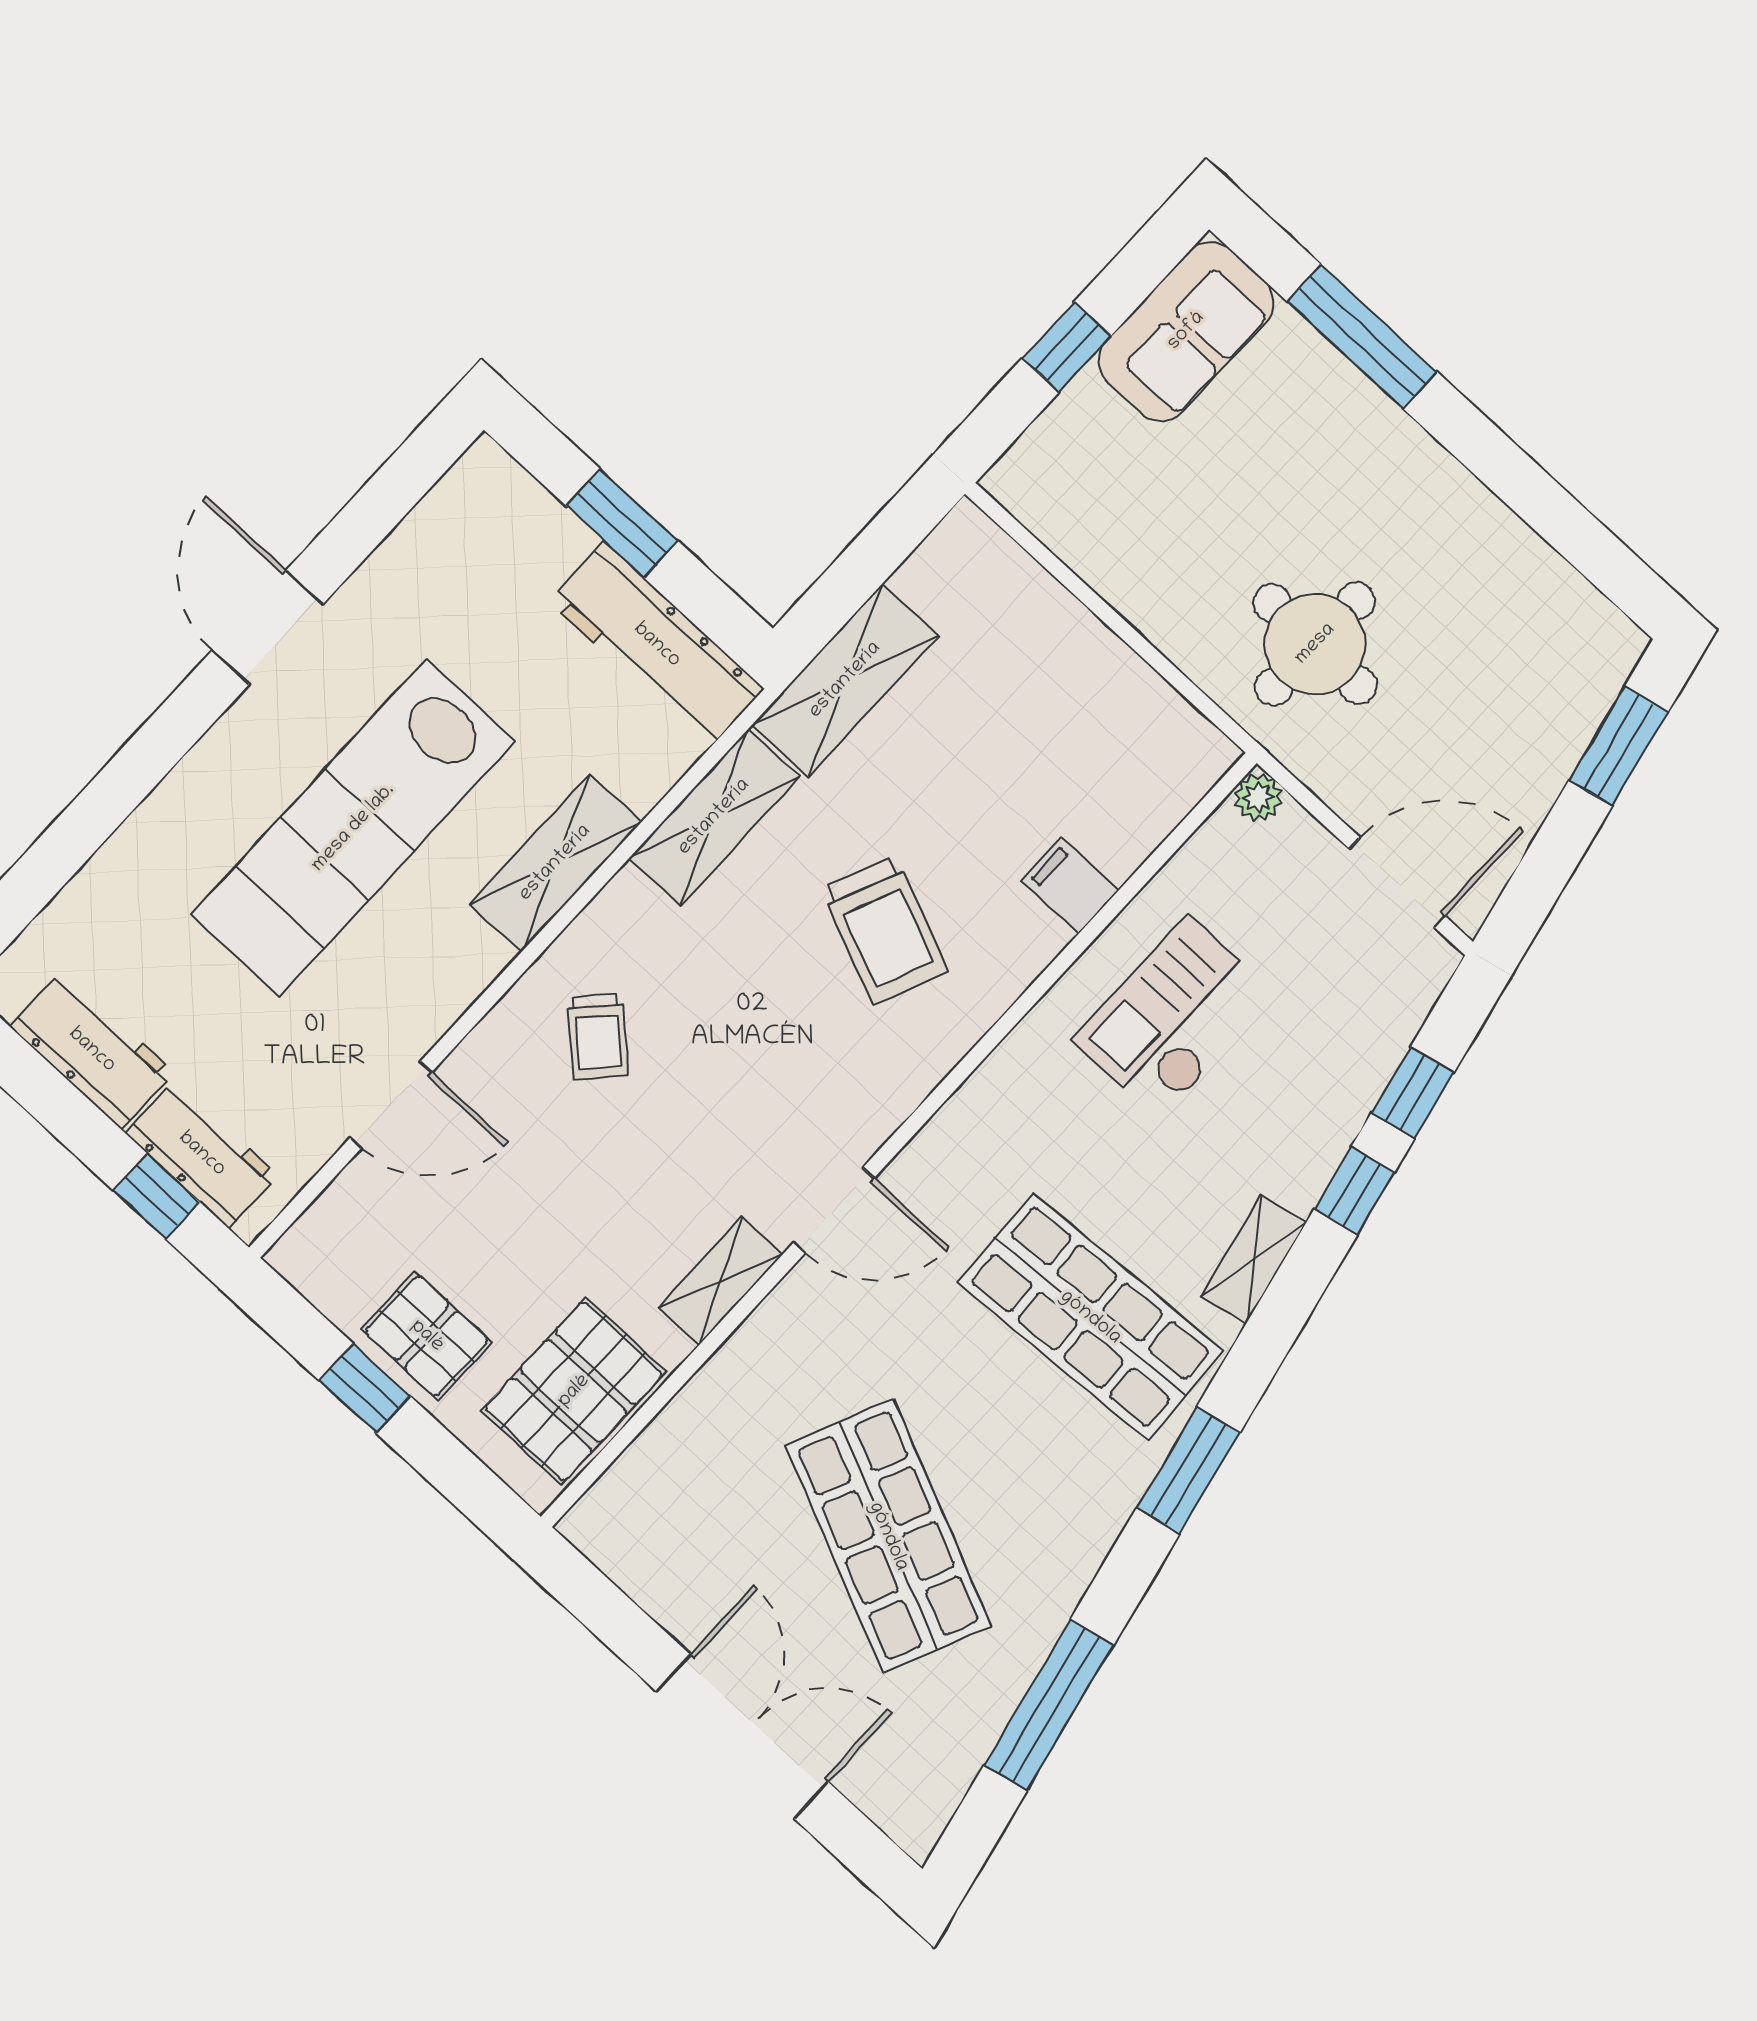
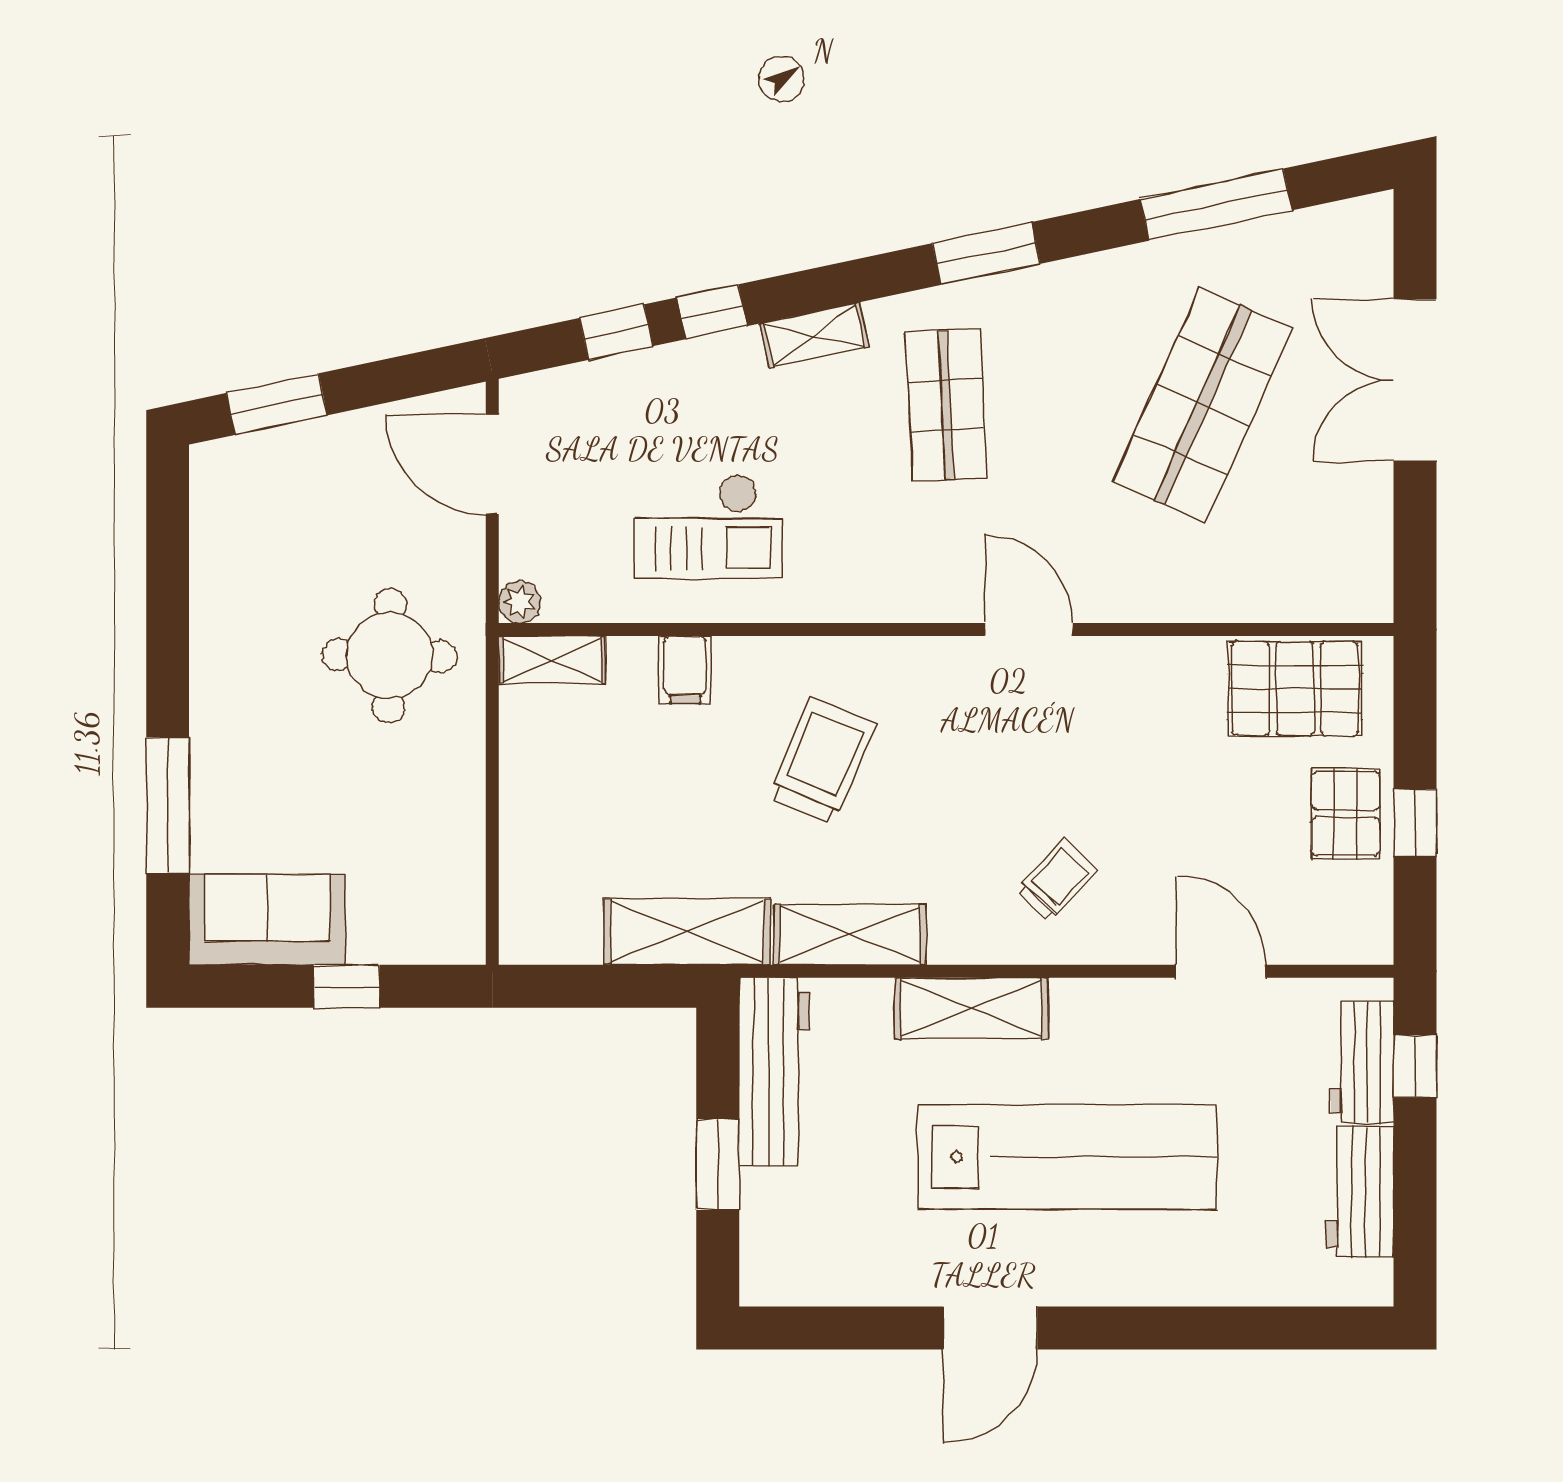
shelving: (720, 1281) -> (552, 660), moved
shop shelf: (1090, 1317) -> (946, 405), width x0.70, depth x0.74

